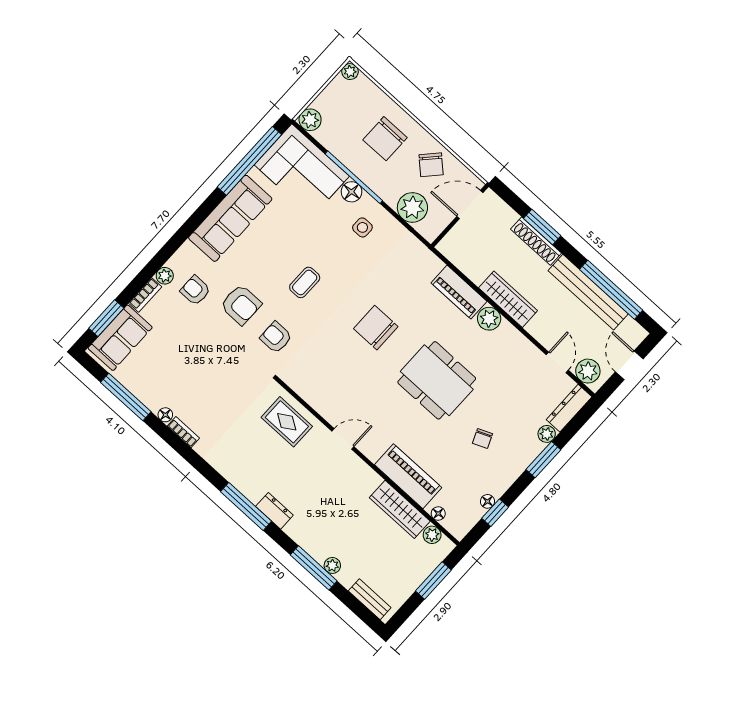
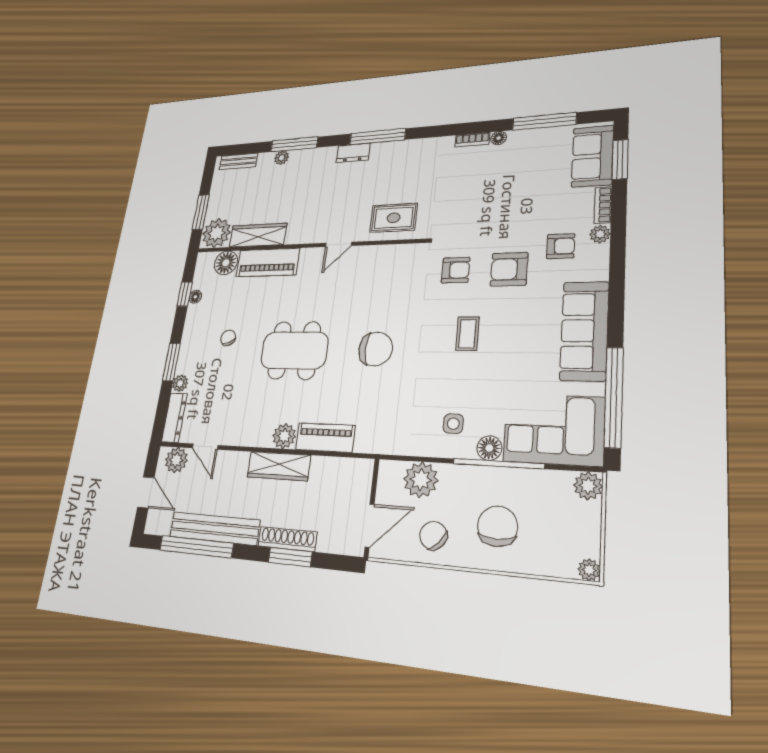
floor lamp: (438, 514) -> (226, 263), width x1.89, depth x1.89
plant: (432, 535) -> (216, 233), width x1.88, depth x1.88

